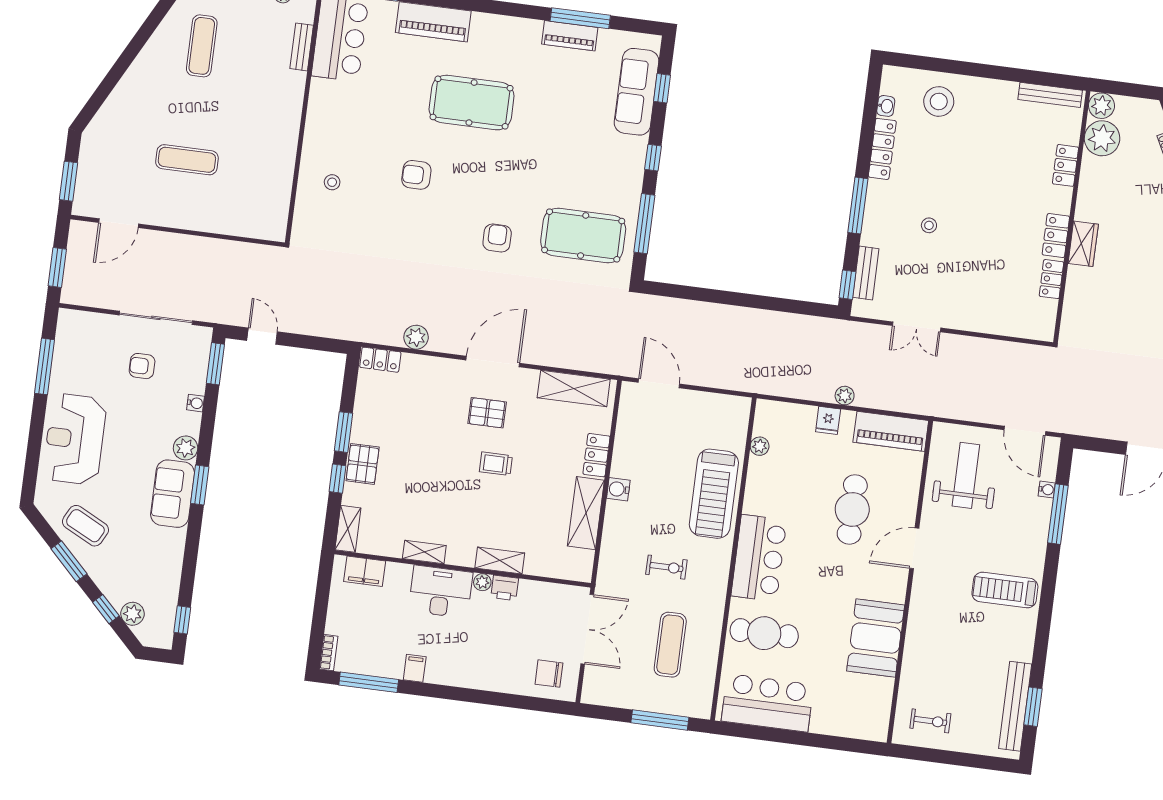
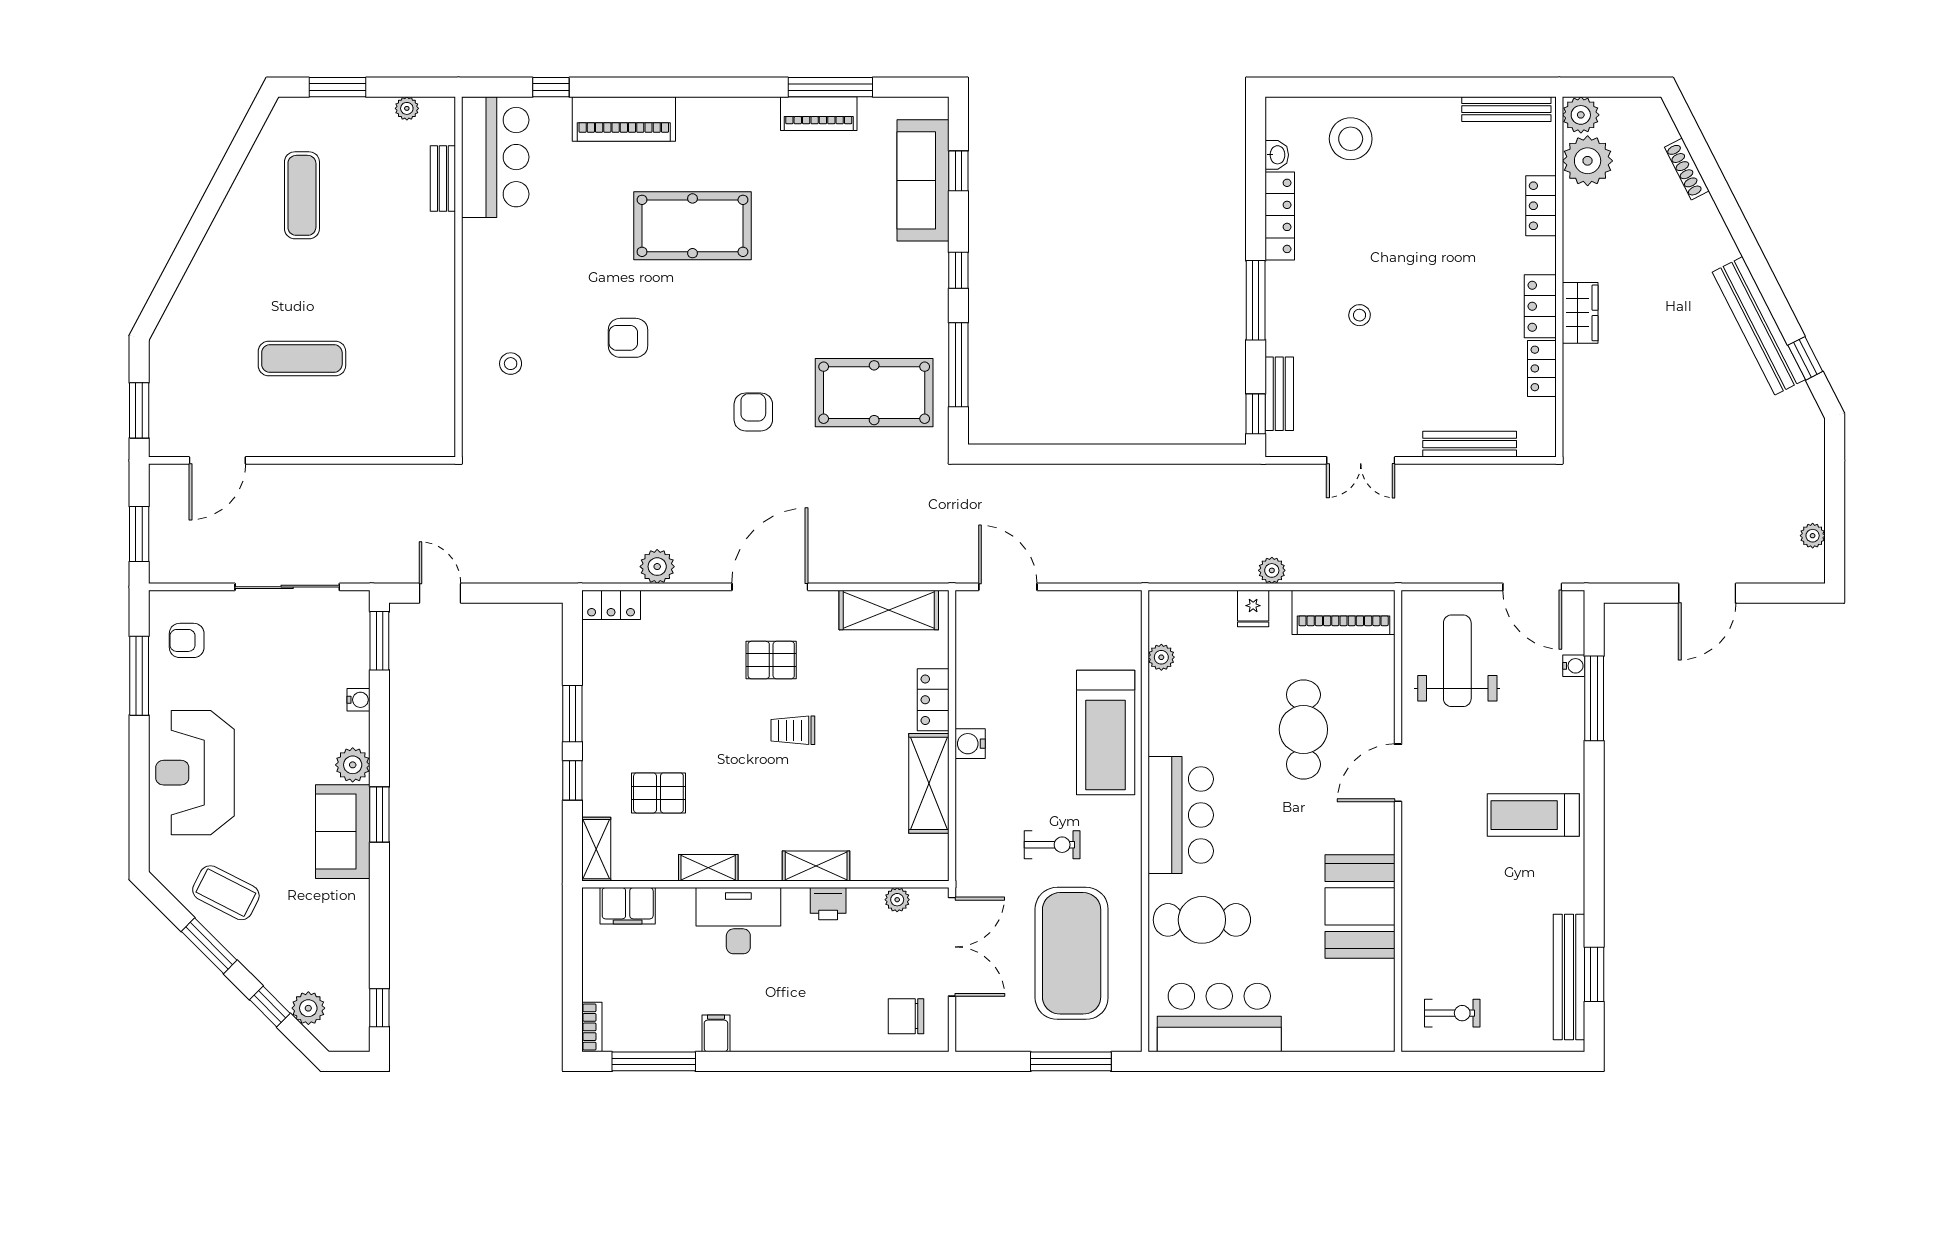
bench: (994, 325) -> (1470, 444), added
armchair: (142, 366) -> (187, 640), moved
pallet: (363, 464) -> (658, 793), moved, turned 90
plant: (482, 582) -> (897, 900), moved
exercise mat: (670, 645) -> (1072, 953), width x2.00, depth x1.45

